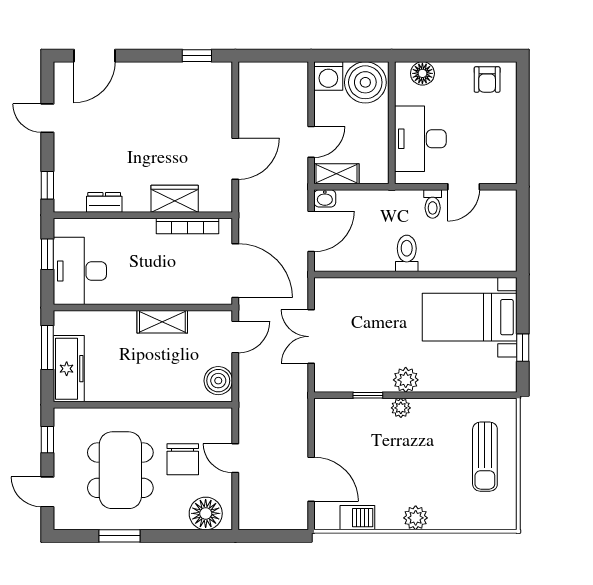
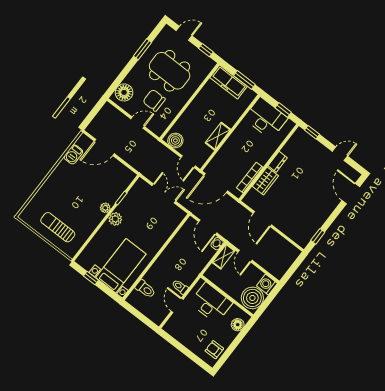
dresser: (104, 202) -> (278, 162), moved
toilet: (407, 253) -> (145, 289), moved
plant: (416, 518) -> (55, 179), removed

